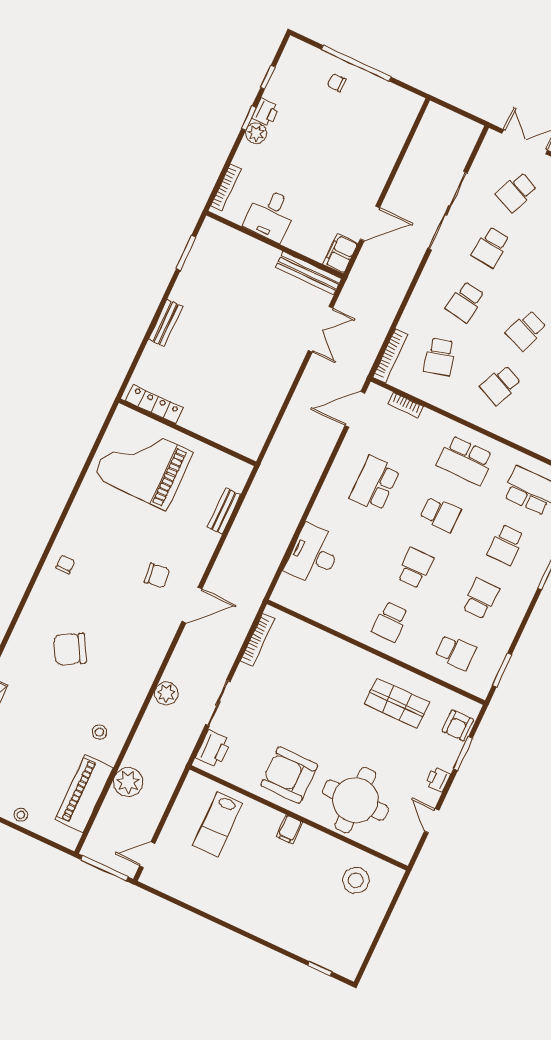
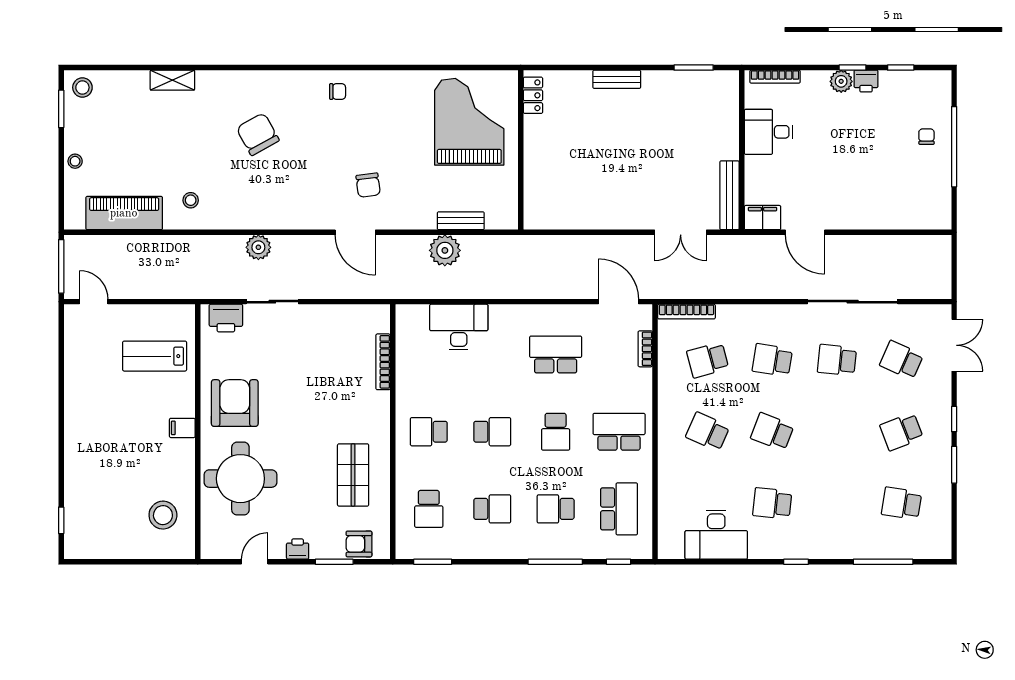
locker: (154, 404) -> (533, 95), width x0.66
school desk: (465, 460) -> (619, 432), turned 90
bookcase: (257, 640) -> (383, 362), moved, turned 90
plant: (128, 782) -> (445, 250), moved

